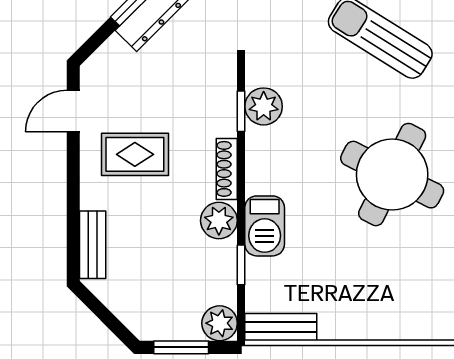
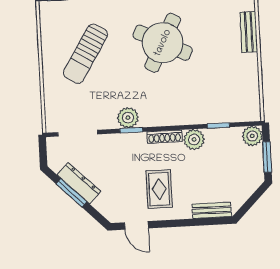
barbecue: (265, 226) -> (196, 113), removed
bench: (281, 327) -> (249, 32), moved

